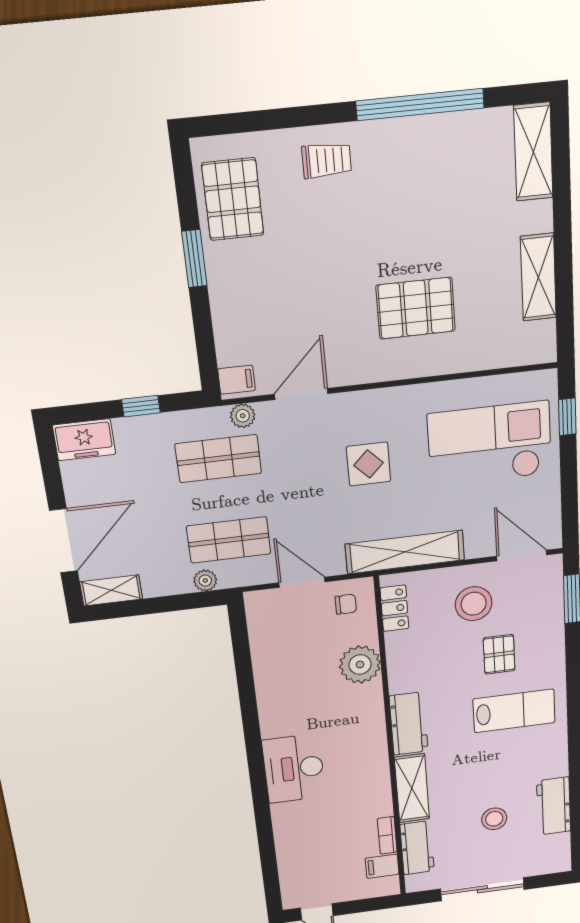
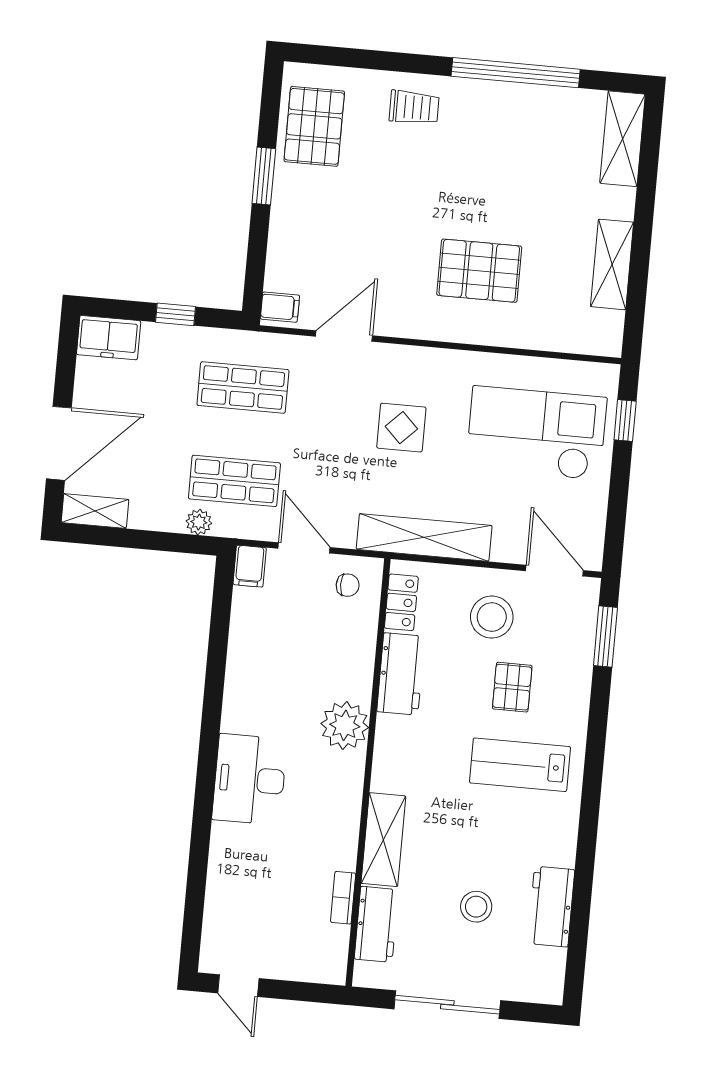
plant: (243, 416) -> (278, 347), removed
plant: (360, 665) -> (345, 725), moved
lab bench: (514, 711) -> (520, 765), turned 180
workbench: (409, 724) -> (401, 674), moved
filing cabinet: (382, 866) -> (250, 566), moved, turned -90

